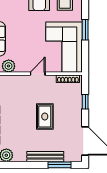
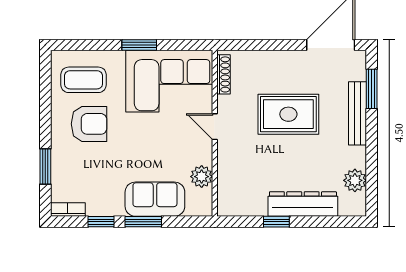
window: (85, 102) -> (263, 45), removed
rug: (45, 116) -> (288, 114), width x1.36, depth x1.43

